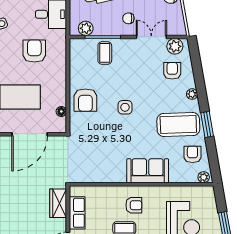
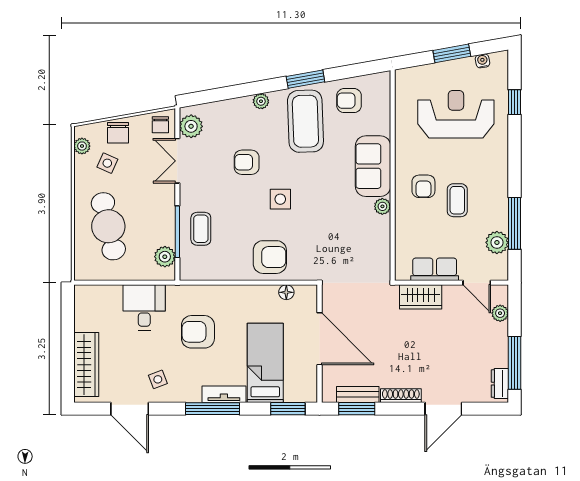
chair: (128, 18) -> (160, 125), moved
coffee table: (105, 53) -> (201, 229), turned 90
armchair: (172, 71) -> (247, 162), moved
plant: (204, 177) -> (382, 206), moved
armchair: (134, 205) -> (423, 186), turned 180

